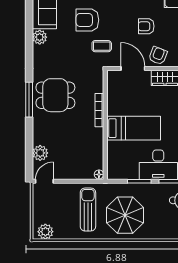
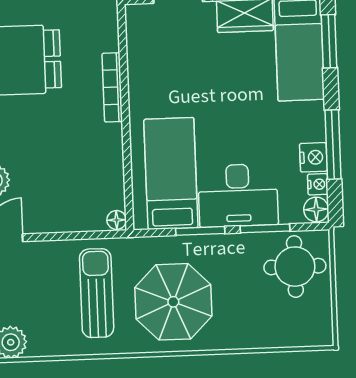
bed: (134, 128) -> (171, 173), moved, turned -90

